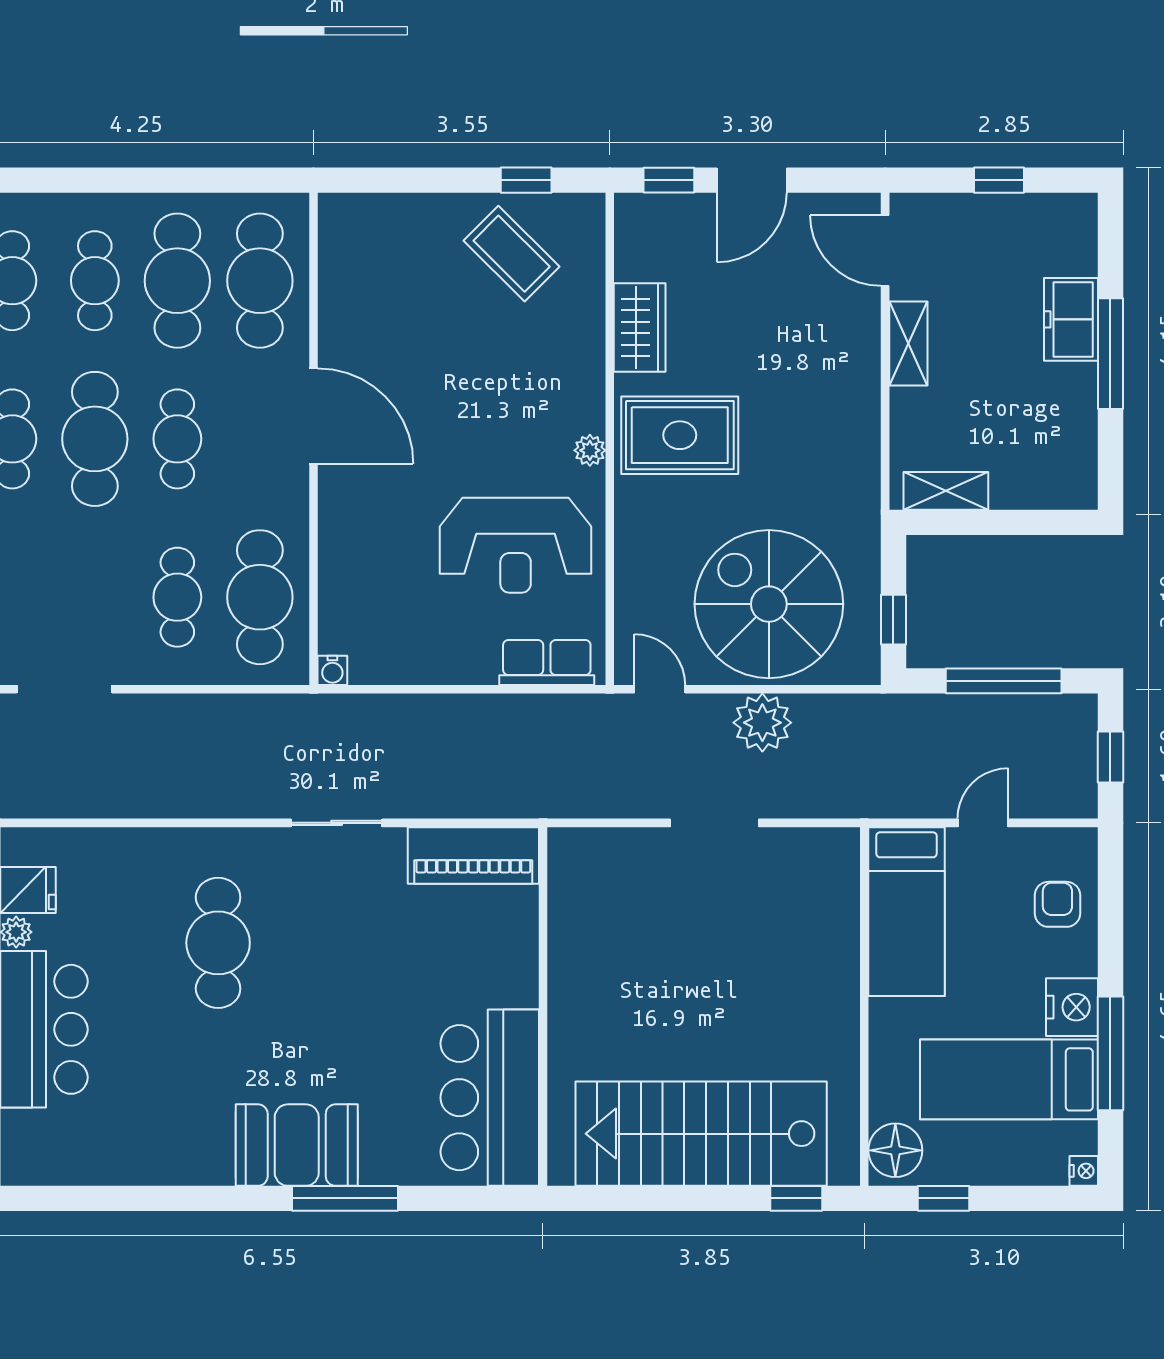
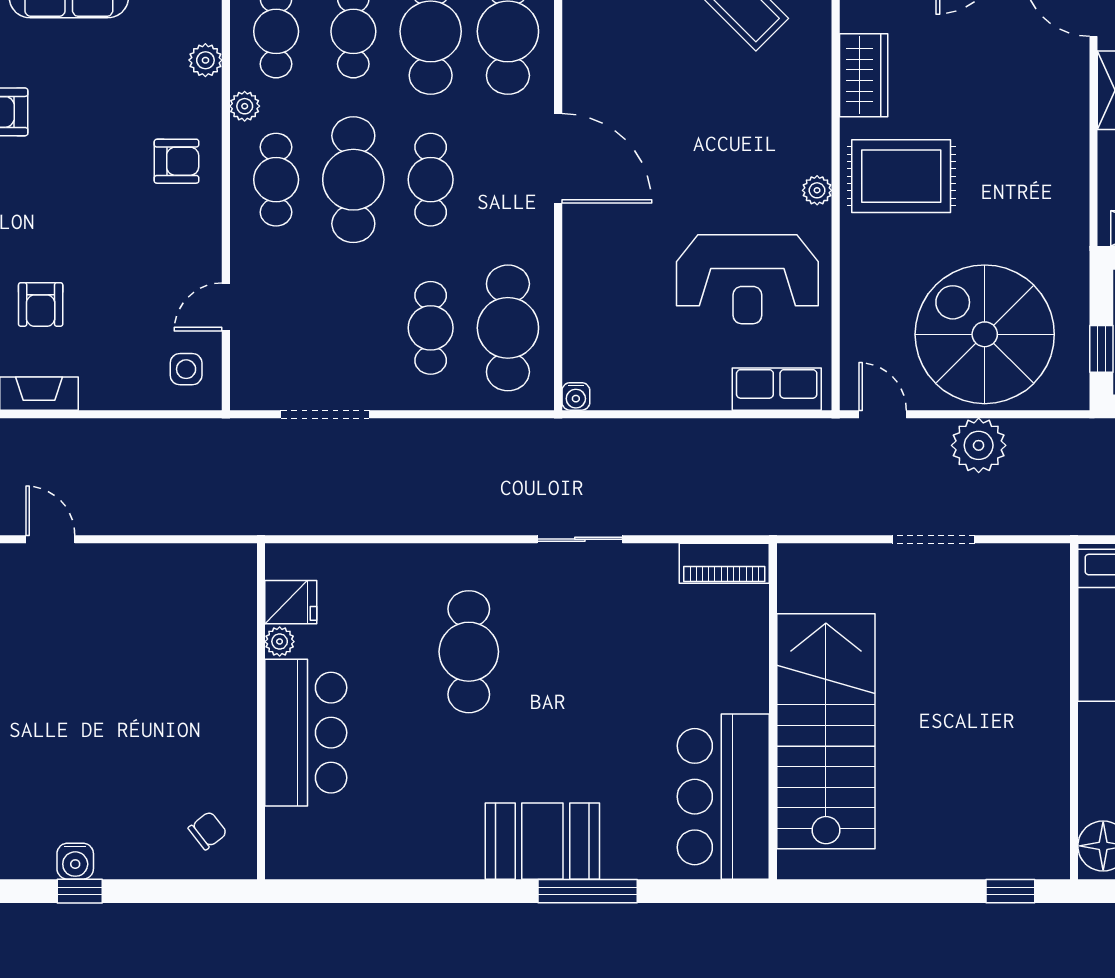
piano: (473, 855) -> (724, 563), width x0.73, depth x0.75
stairs: (701, 1134) -> (826, 731), moved, turned 90

